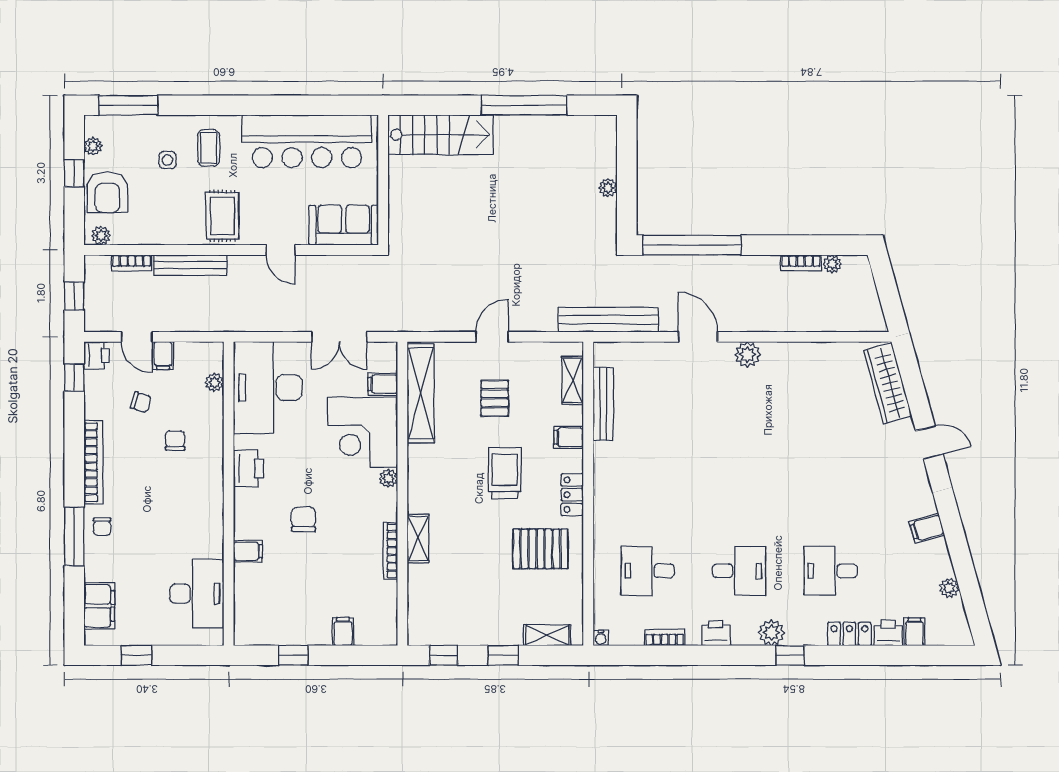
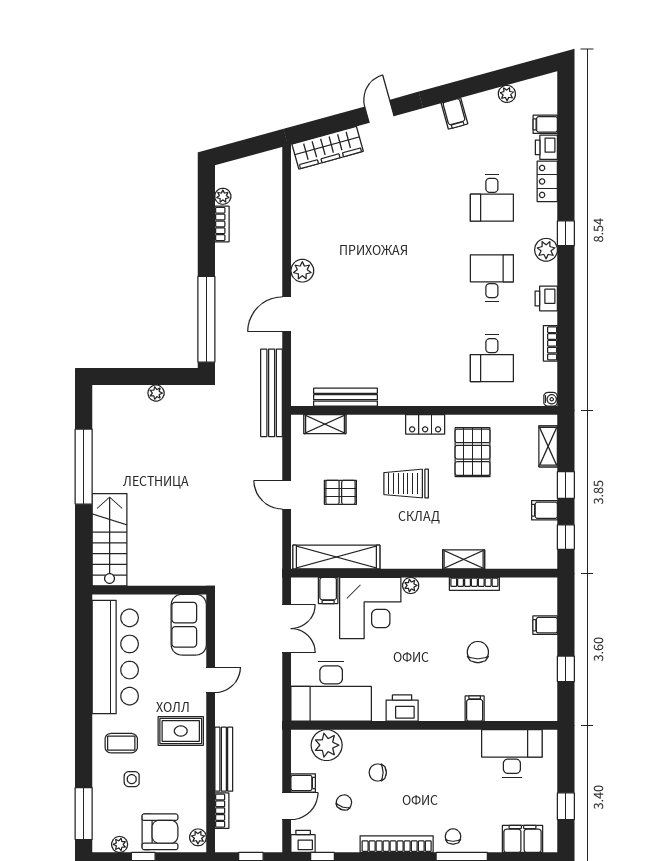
plant: (214, 382) -> (327, 745), width x1.88, depth x1.88
filing cabinet: (569, 437) -> (544, 510), moved, turned 90
chair: (304, 519) -> (478, 652), moved, turned 90
chair: (102, 527) -> (453, 836), turned -90

